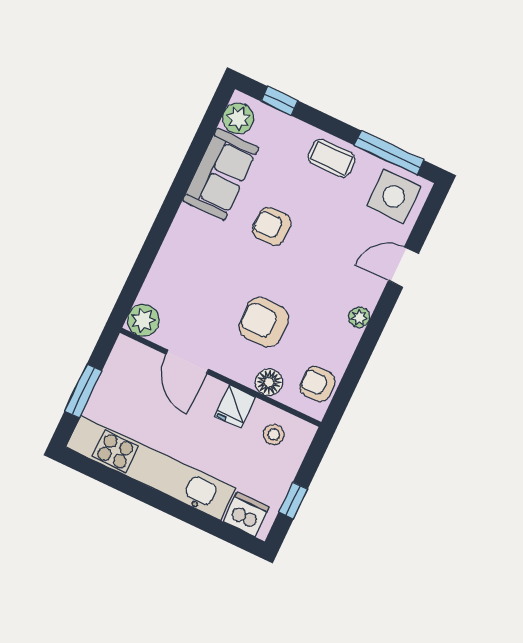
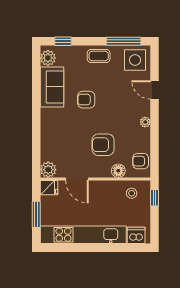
door: (404, 267) -> (155, 90), hinge flipped
fridge: (235, 407) -> (49, 188), moved, turned -90
window: (293, 500) -> (155, 198), moved

